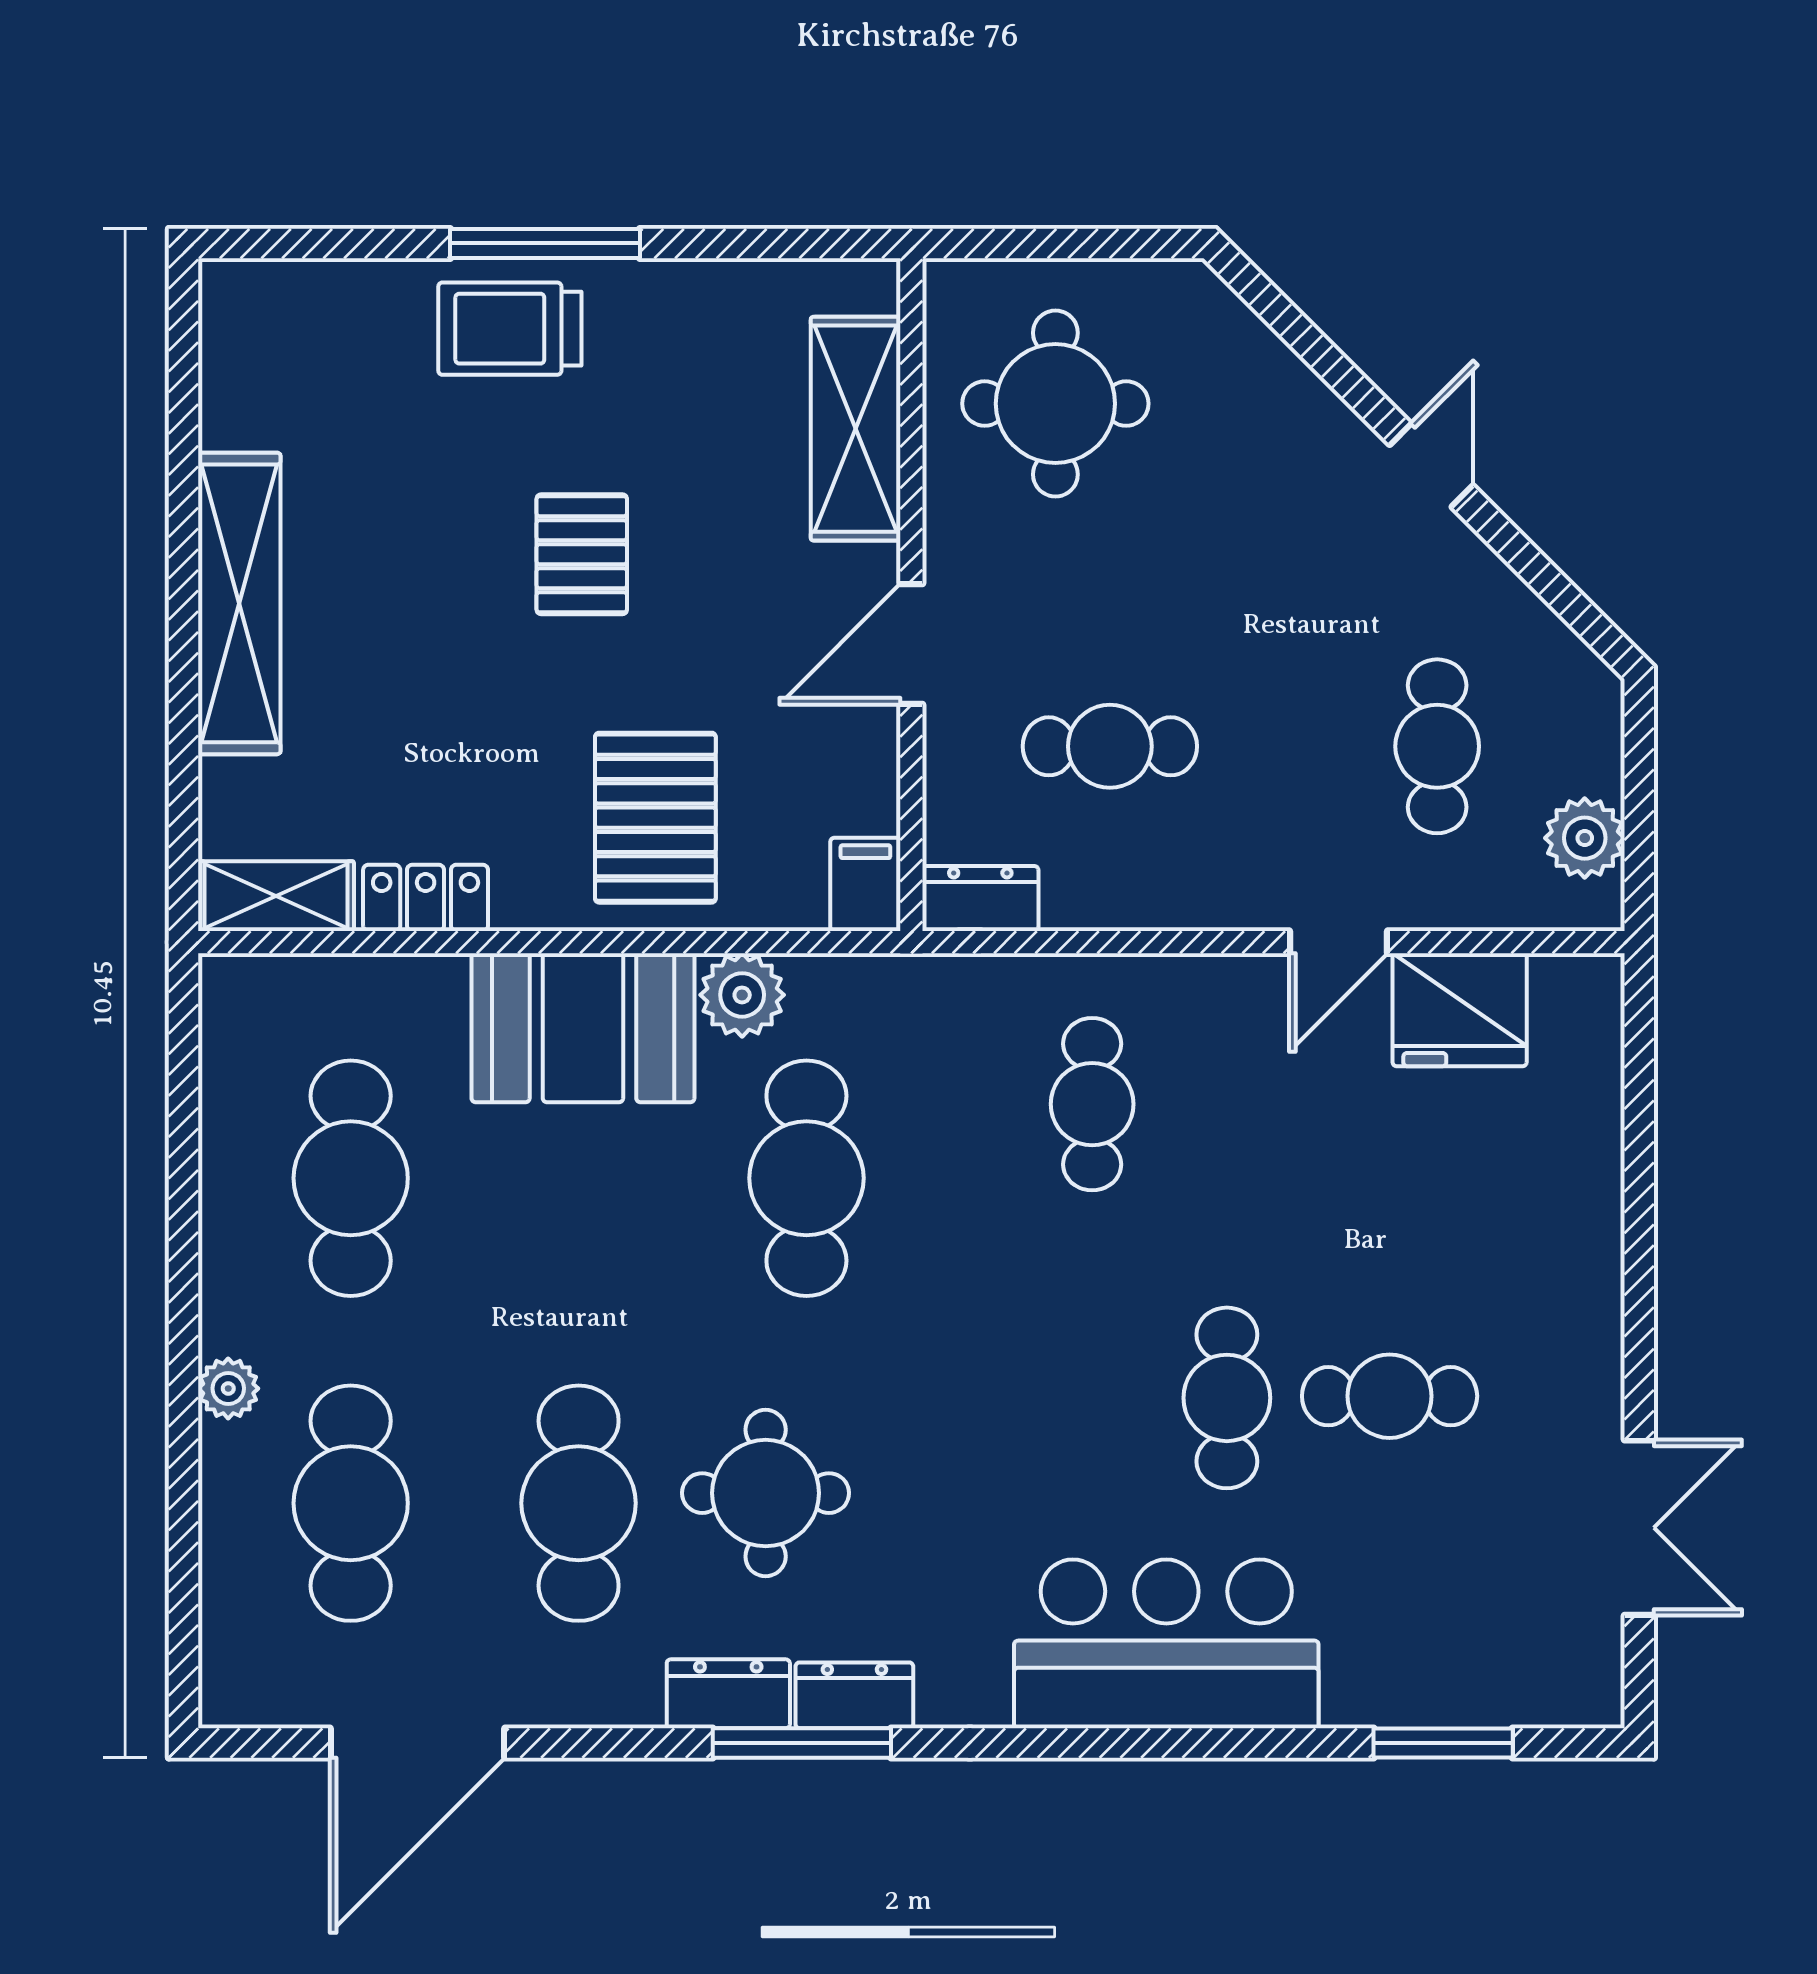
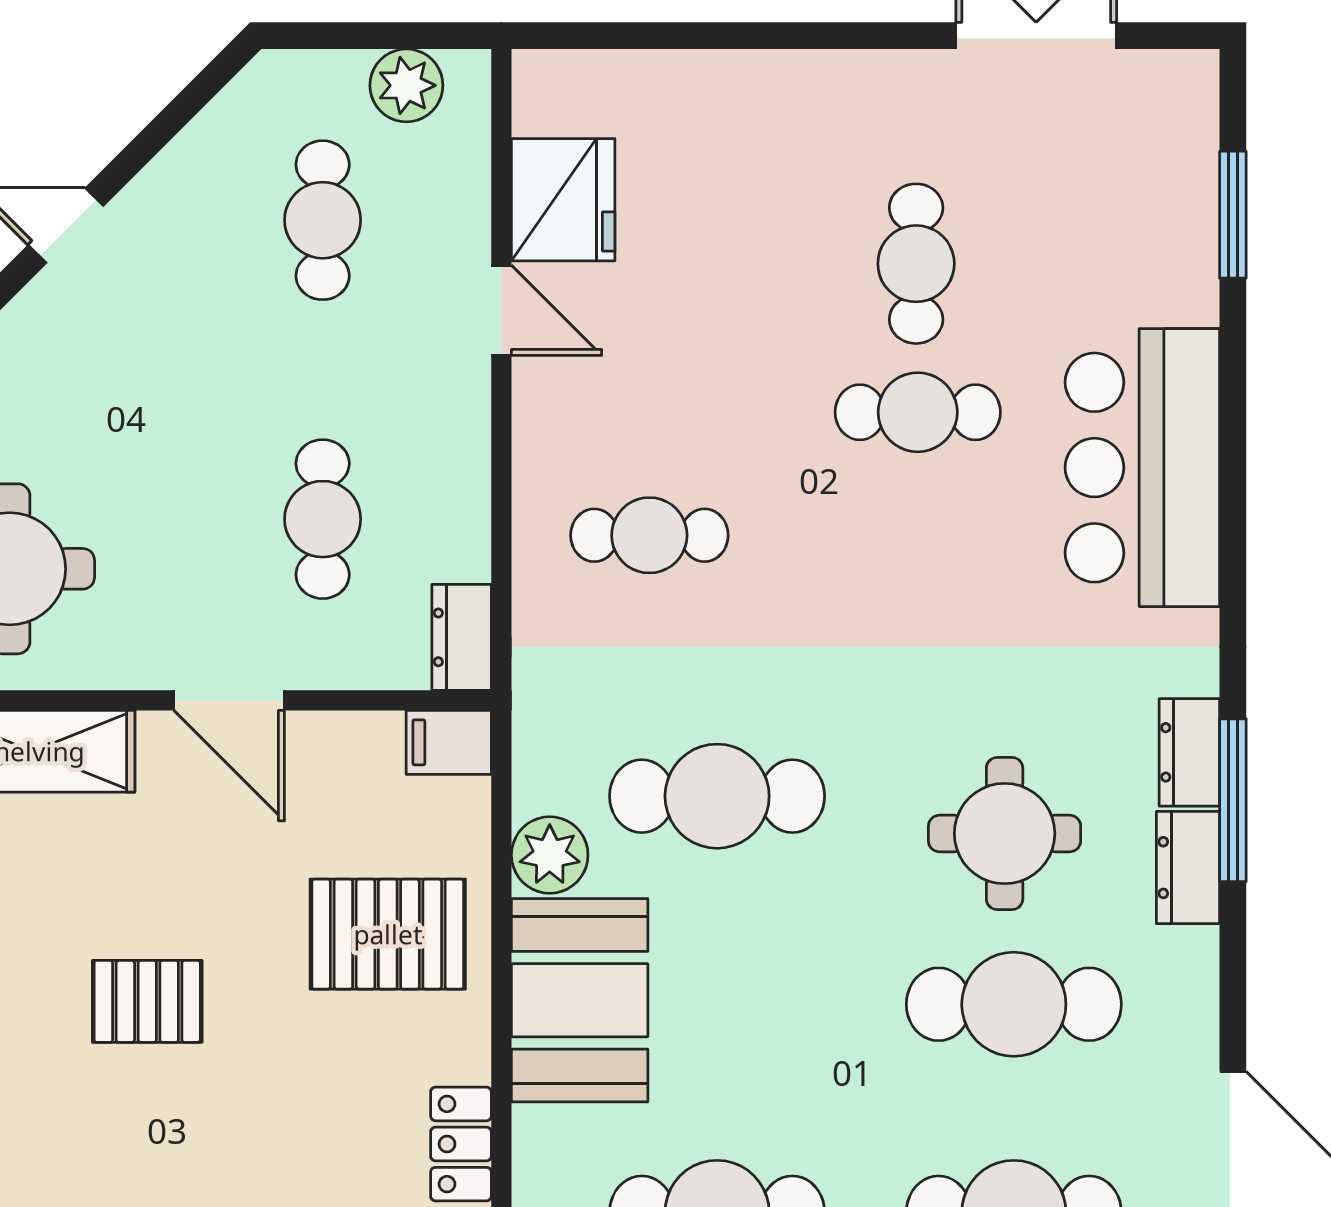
cafe table: (1437, 746) -> (323, 220), turned 90

